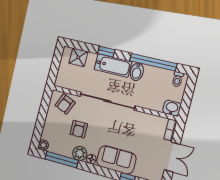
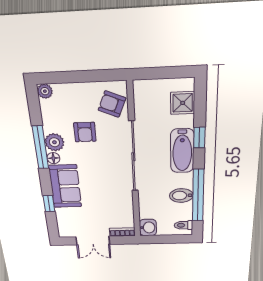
bidet: (137, 72) -> (181, 196), moved
armchair: (79, 129) -> (85, 132), turned -90
window: (62, 160) -> (40, 147), moved

